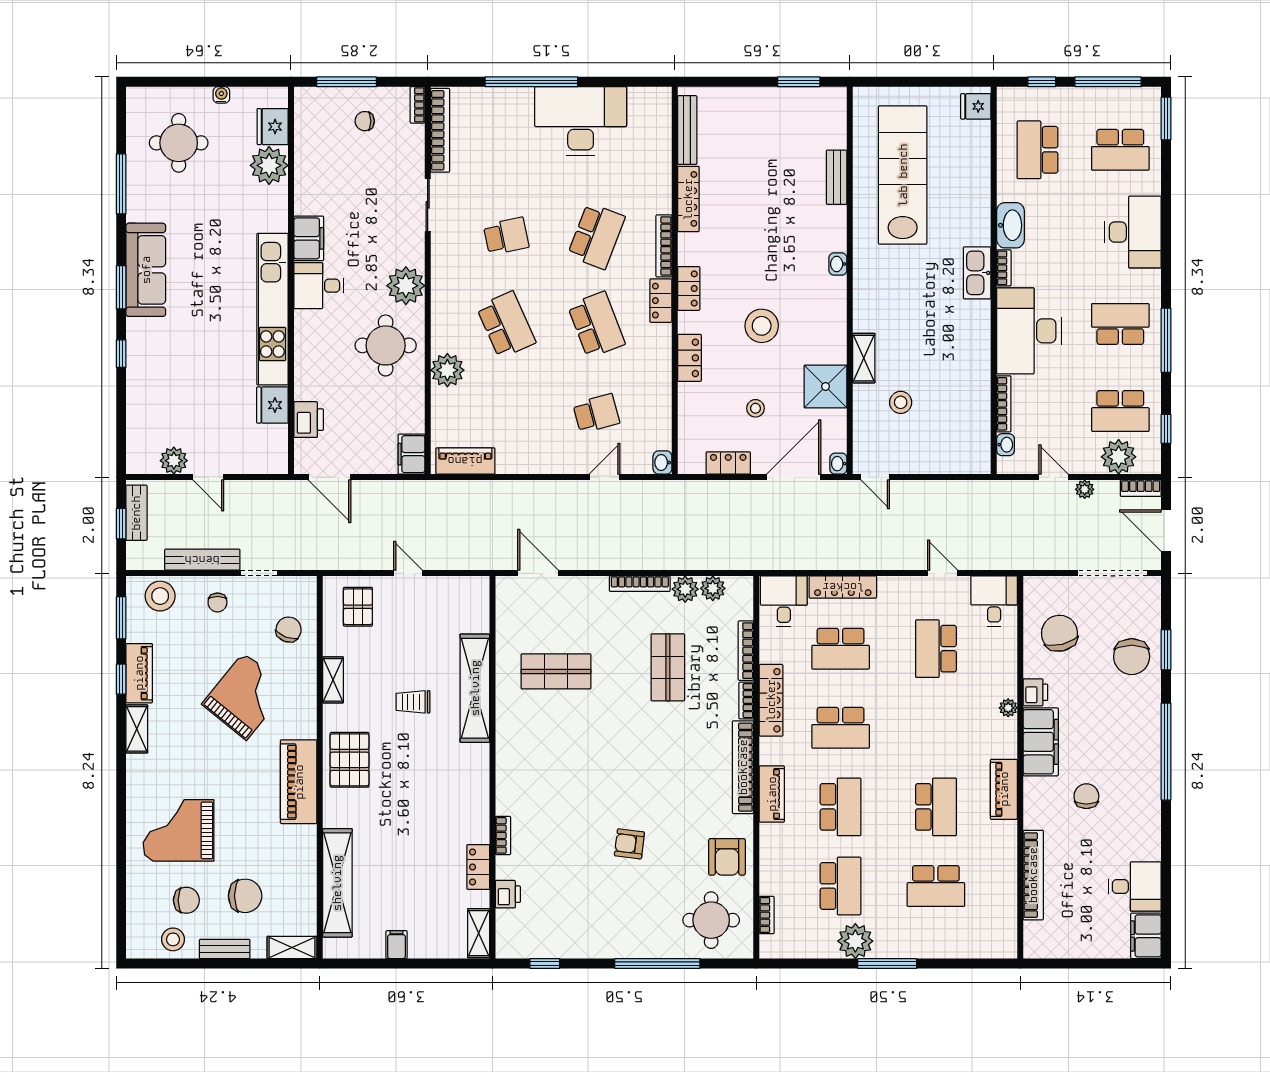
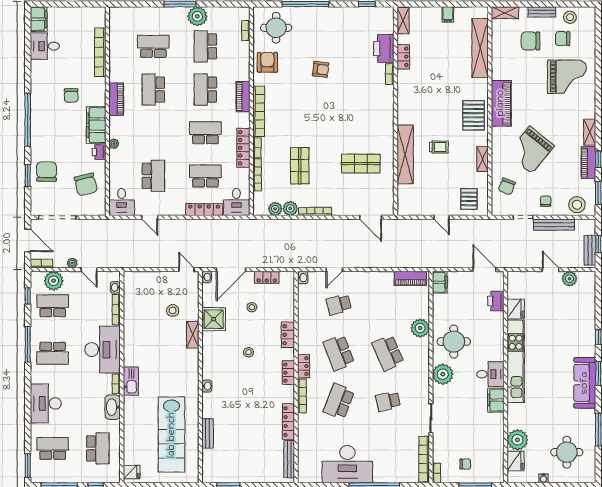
stool: (762, 326) -> (248, 352), width x0.53, depth x0.53
printer: (508, 894) -> (384, 48), width x1.87, depth x1.48

